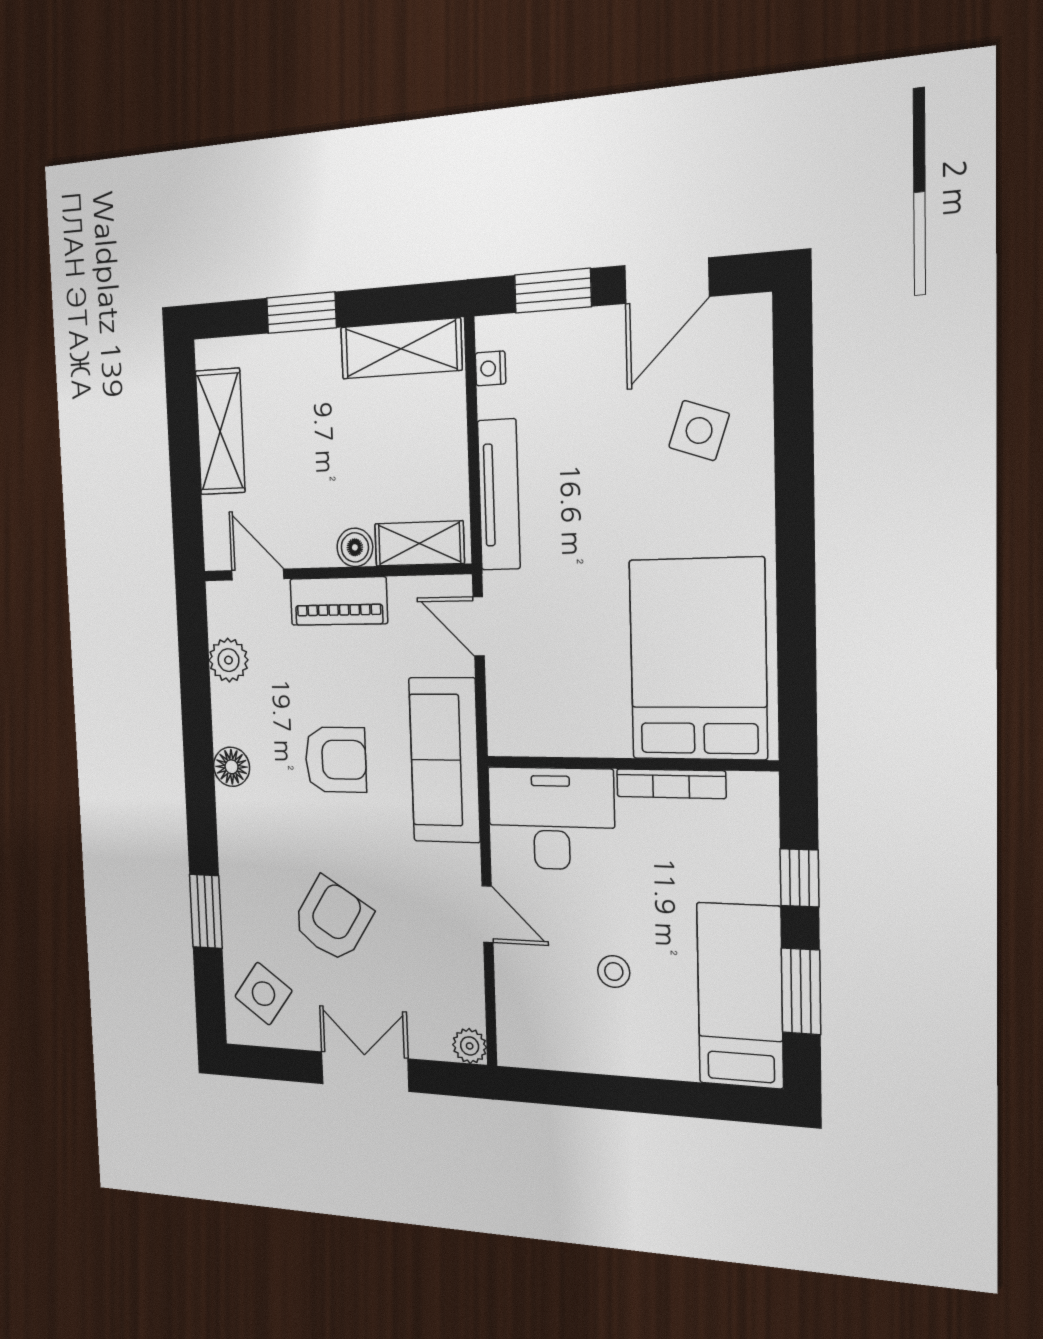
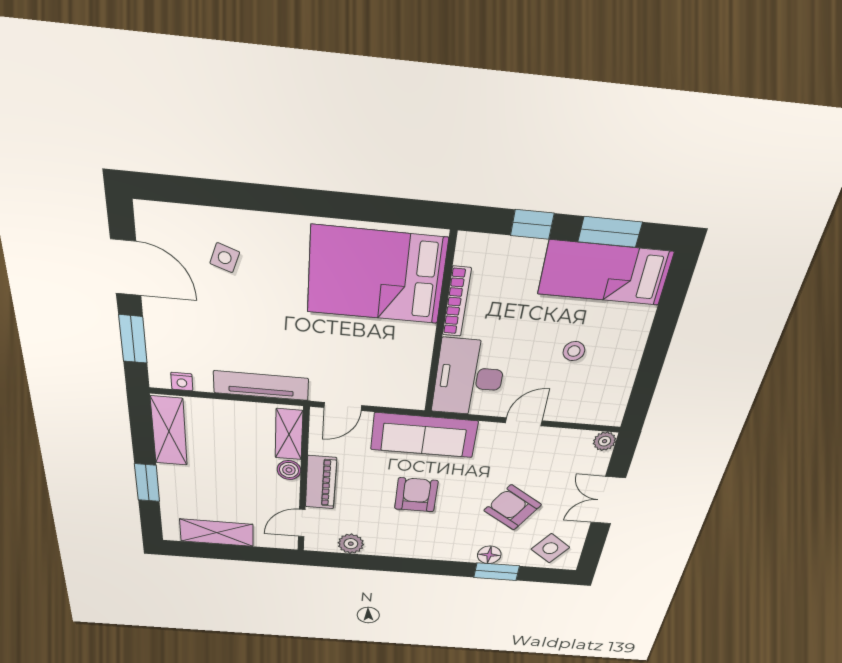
side table: (699, 431) -> (225, 258), width x0.73, depth x0.73
floor lamp: (232, 767) -> (489, 555), moved

